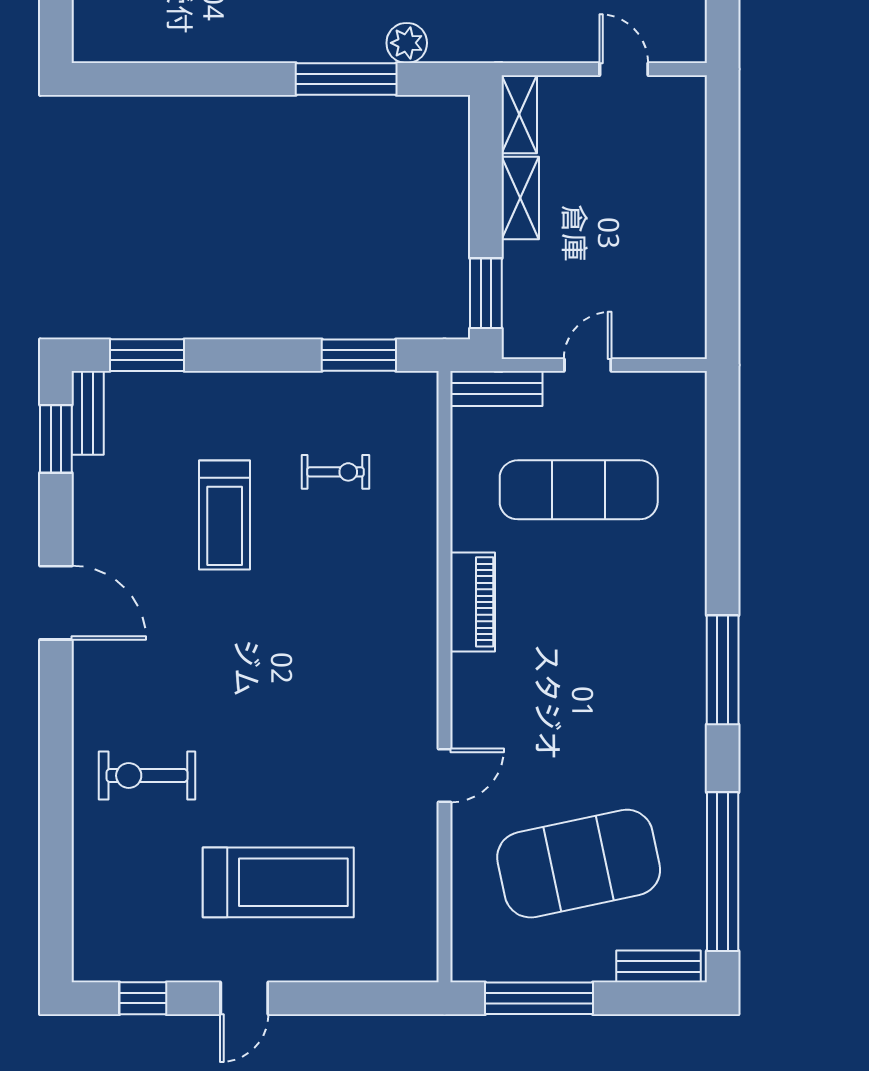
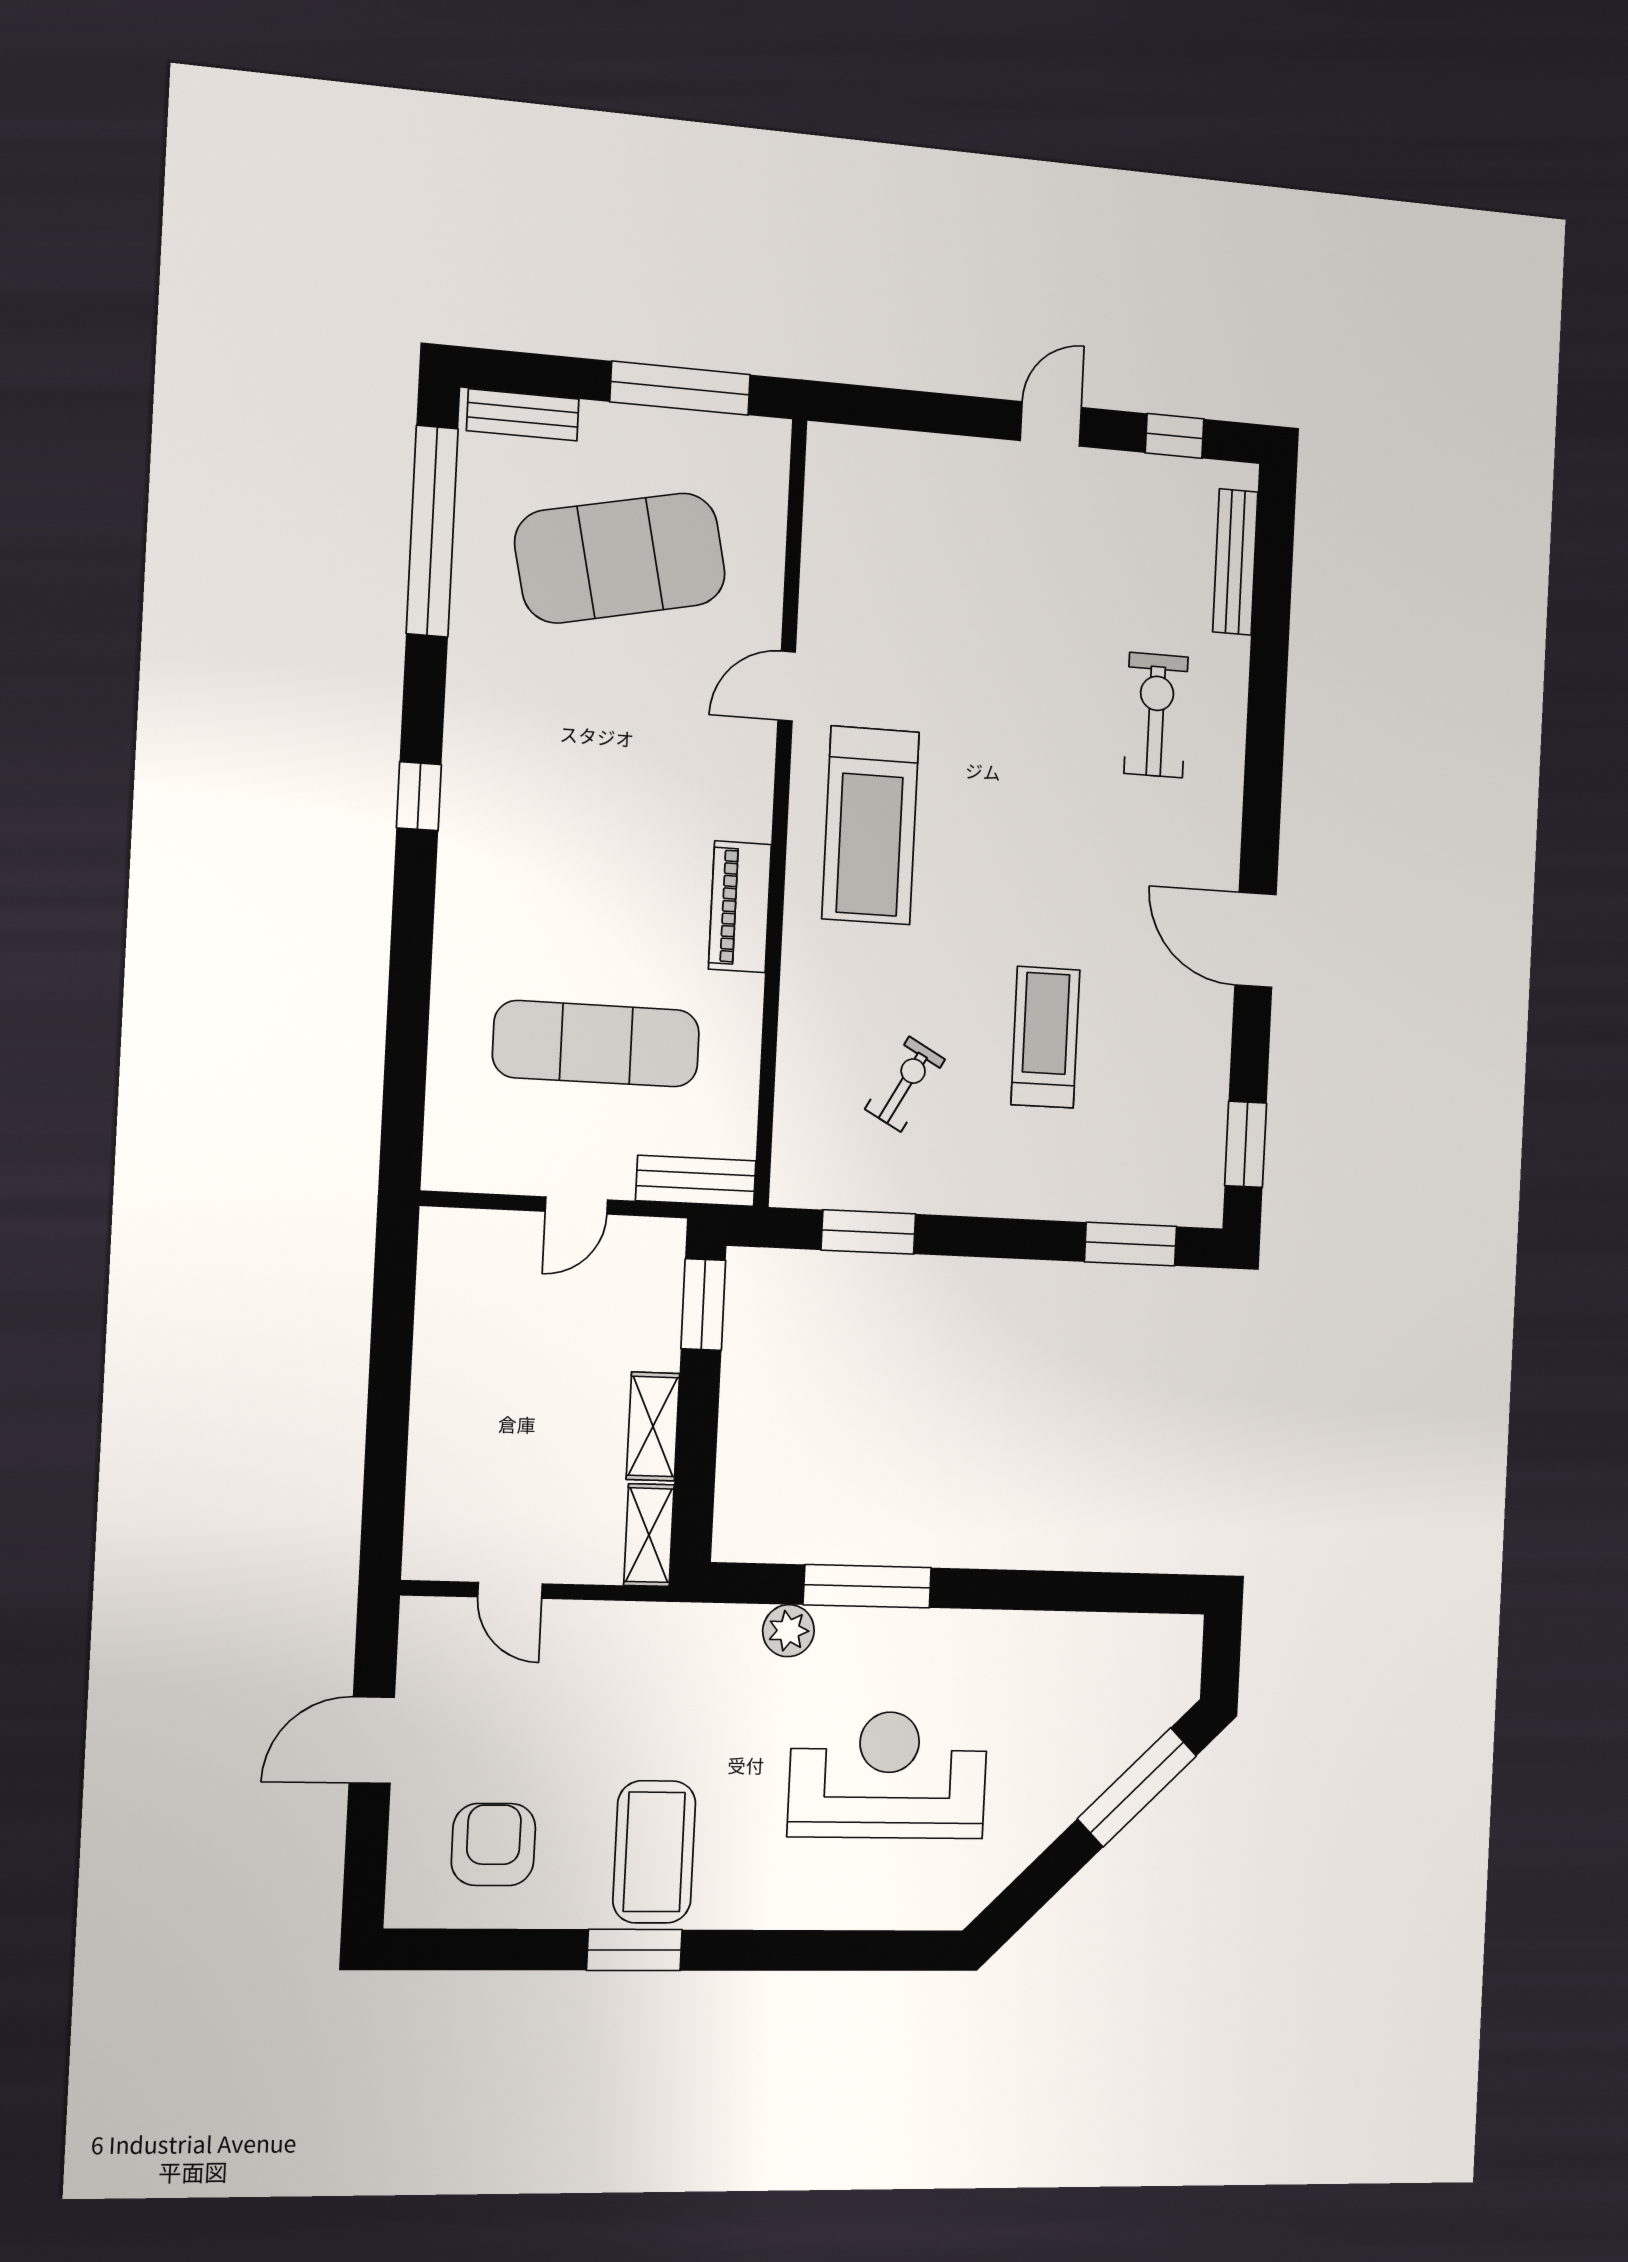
bench: (88, 413) -> (1235, 562), moved, width x1.36
exercise bike: (335, 472) -> (905, 1084), turned 119
window: (723, 670) -> (419, 796), width x0.46
exercise bike: (147, 776) -> (1156, 715), turned -90
treadmill: (278, 882) -> (870, 825), moved, turned -90

